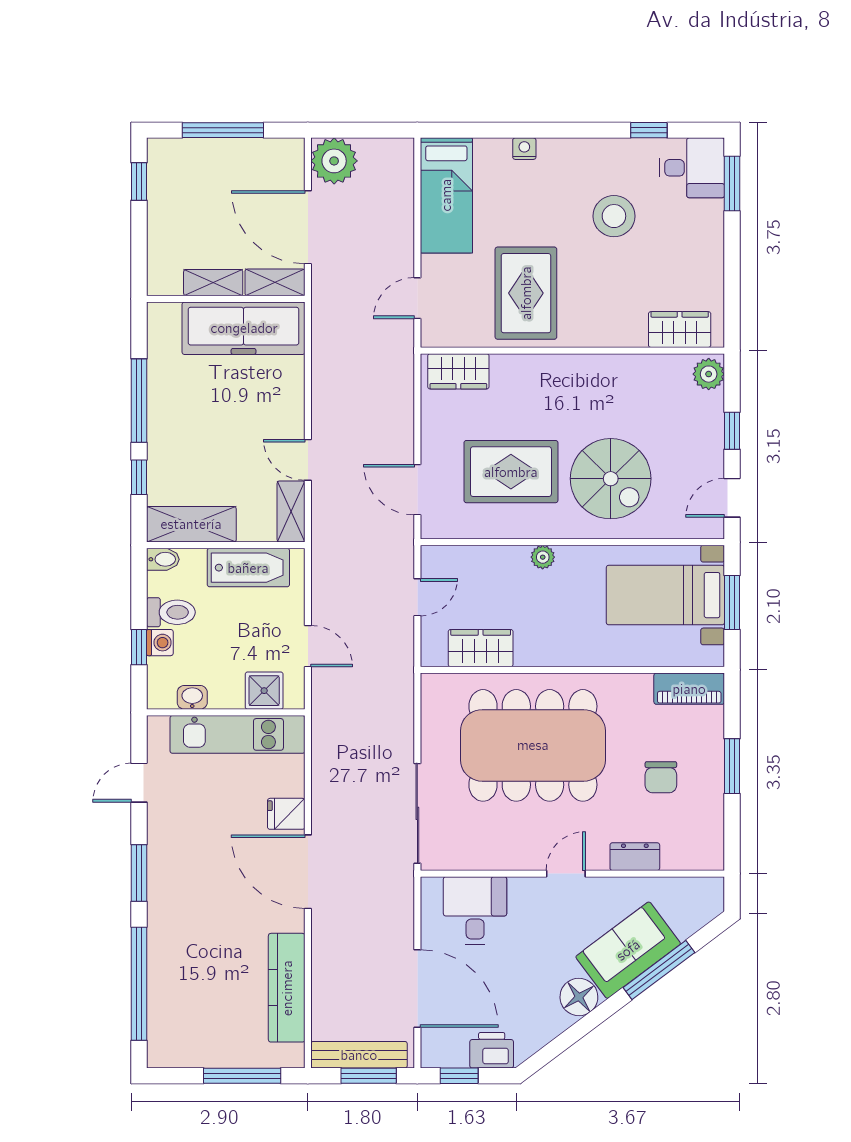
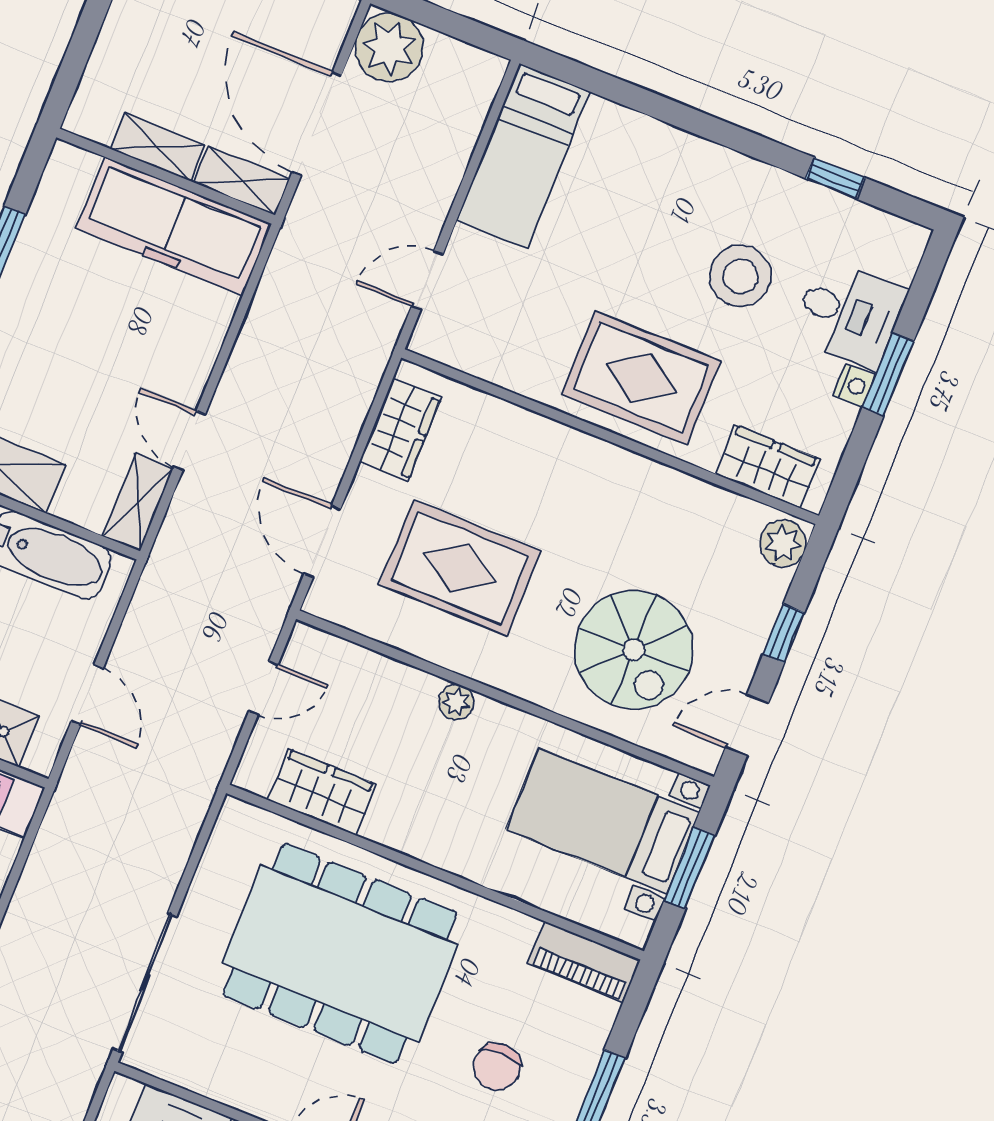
nightstand: (524, 149) -> (854, 385), moved, turned 90
desk: (692, 168) -> (849, 314), moved
window: (732, 184) -> (888, 374), moved
rug: (526, 293) -> (641, 378), moved, turned 90
wardrobe: (458, 371) -> (400, 429), moved, turned -90
spiral stairs: (611, 479) -> (634, 650), moved

